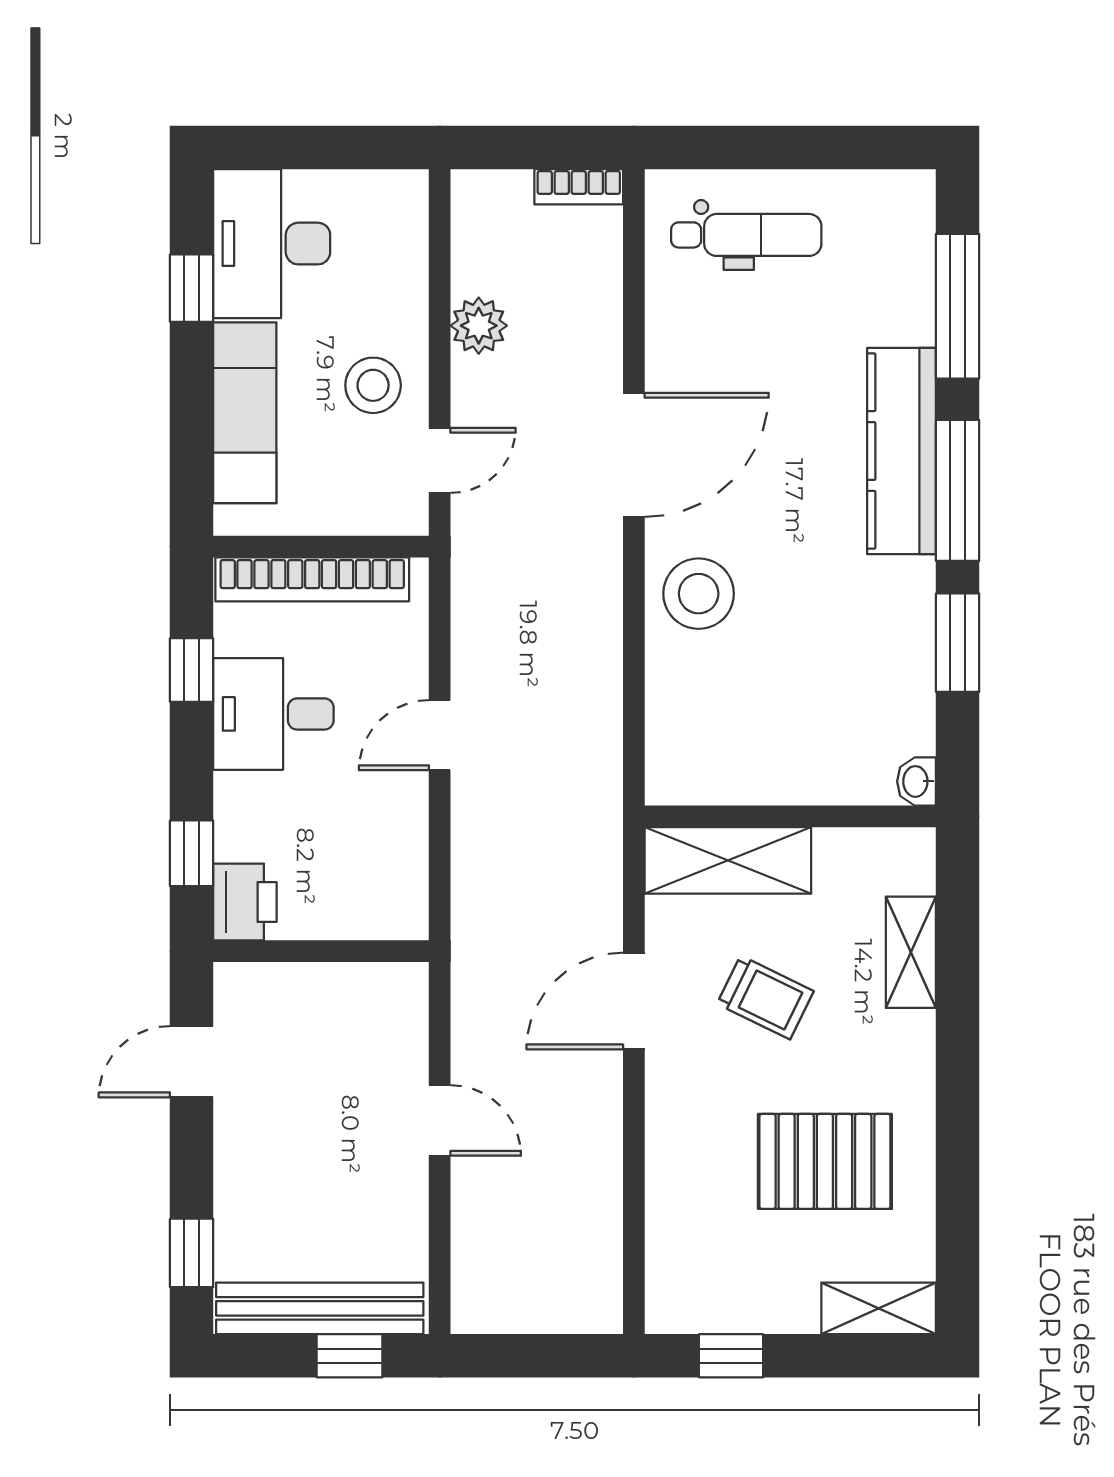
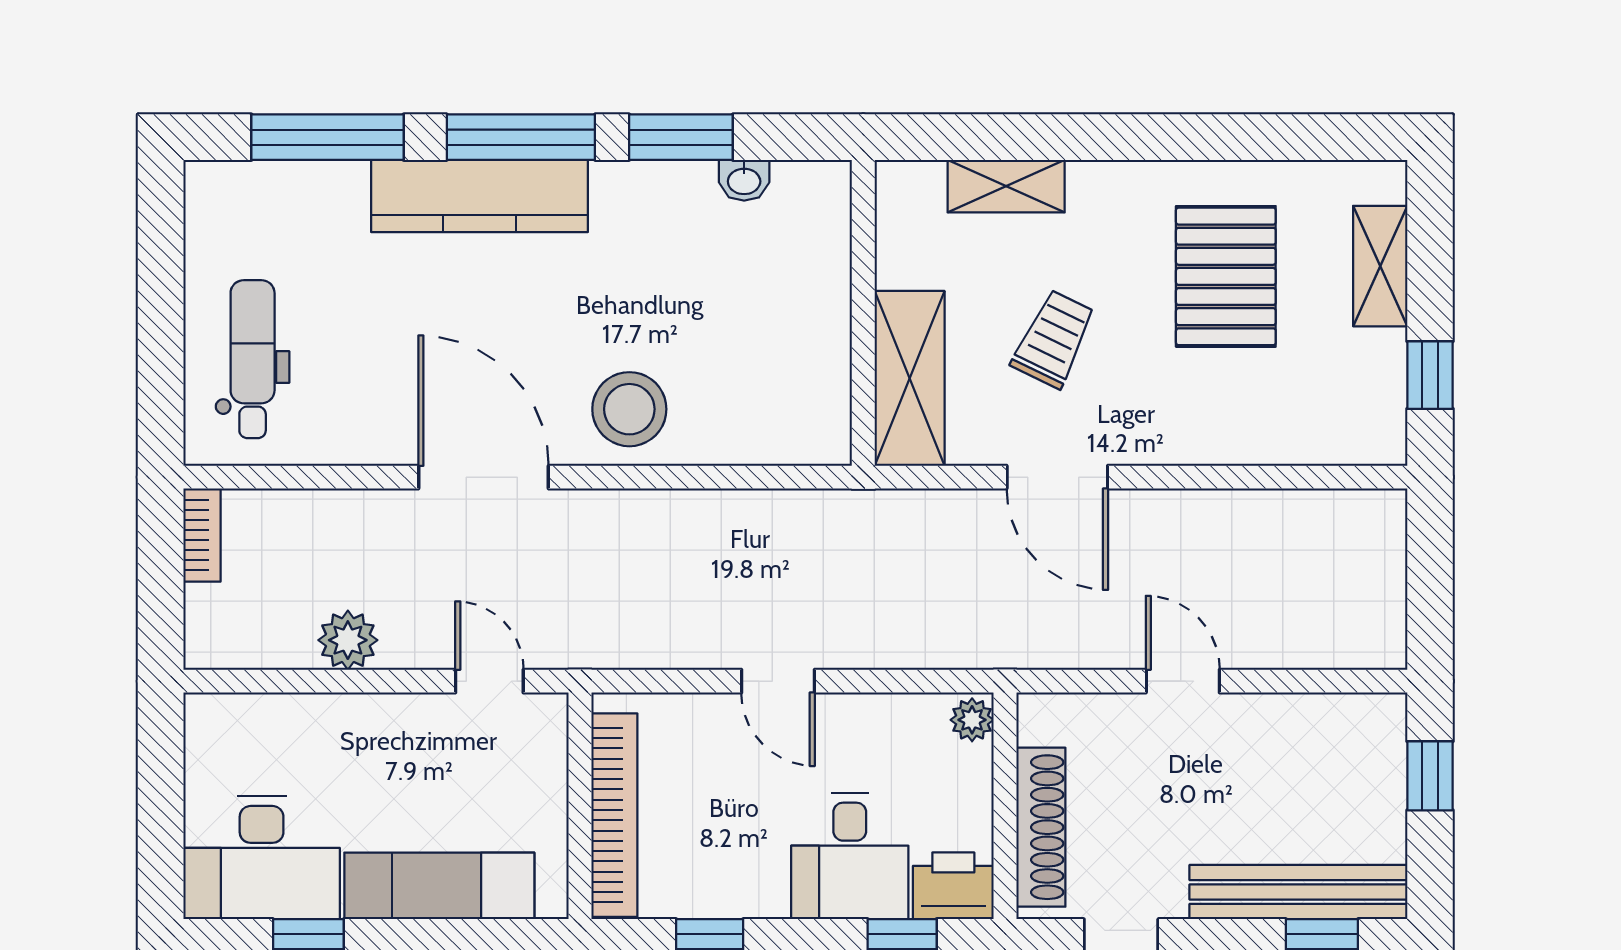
stool: (373, 385) -> (411, 751), removed
desk: (273, 714) -> (850, 856), moved
washbasin: (917, 781) -> (744, 180), moved
plant: (403, 920) -> (972, 720), added
shoe rack: (301, 985) -> (1041, 827), added
door: (440, 1120) -> (1183, 681), hinge flipped
bench: (320, 1308) -> (1298, 892), moved, turned 90
shelving: (879, 1308) -> (1380, 266), moved

